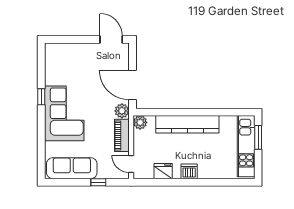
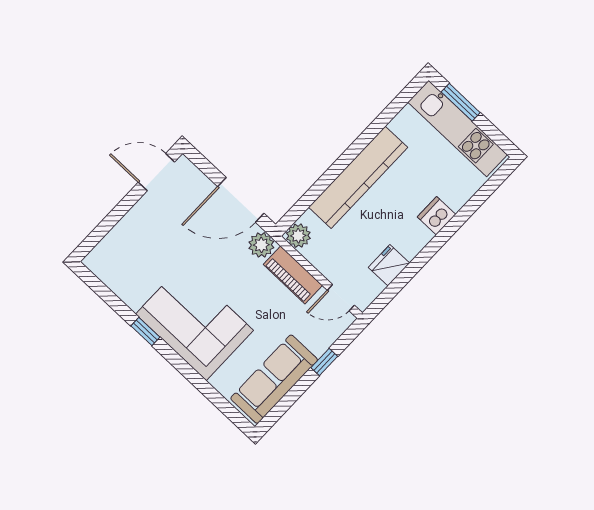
dishwasher: (189, 171) -> (436, 216), moved

